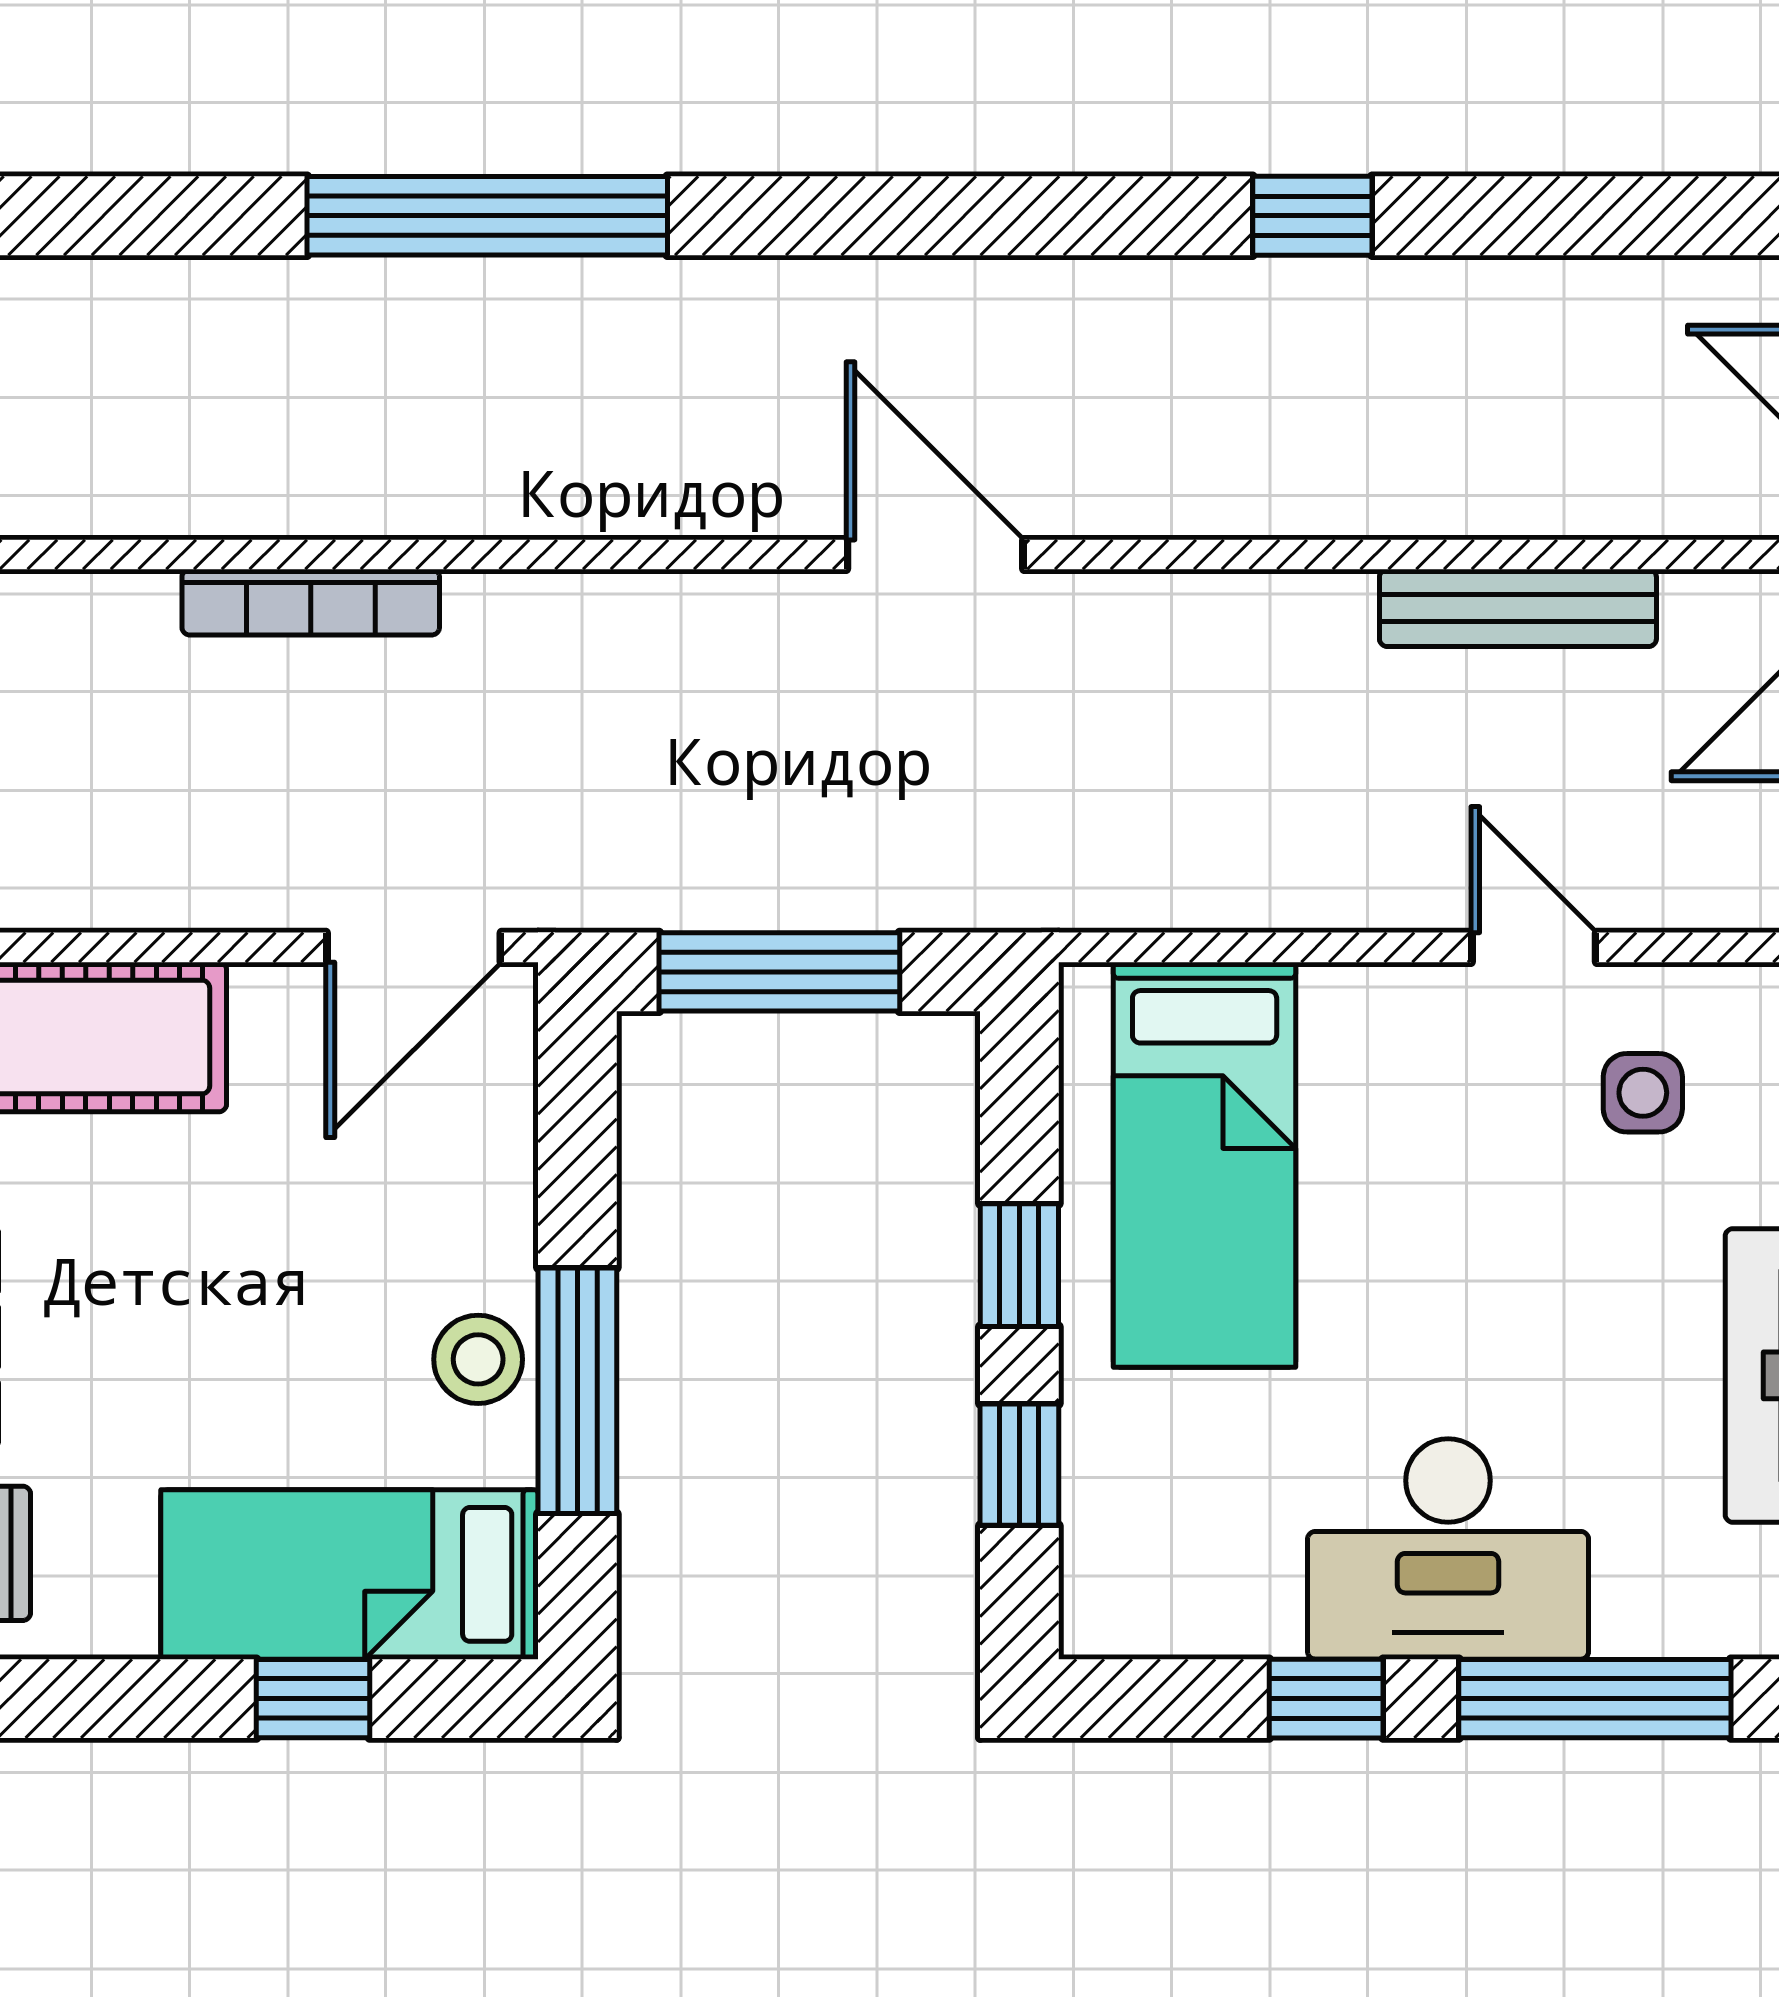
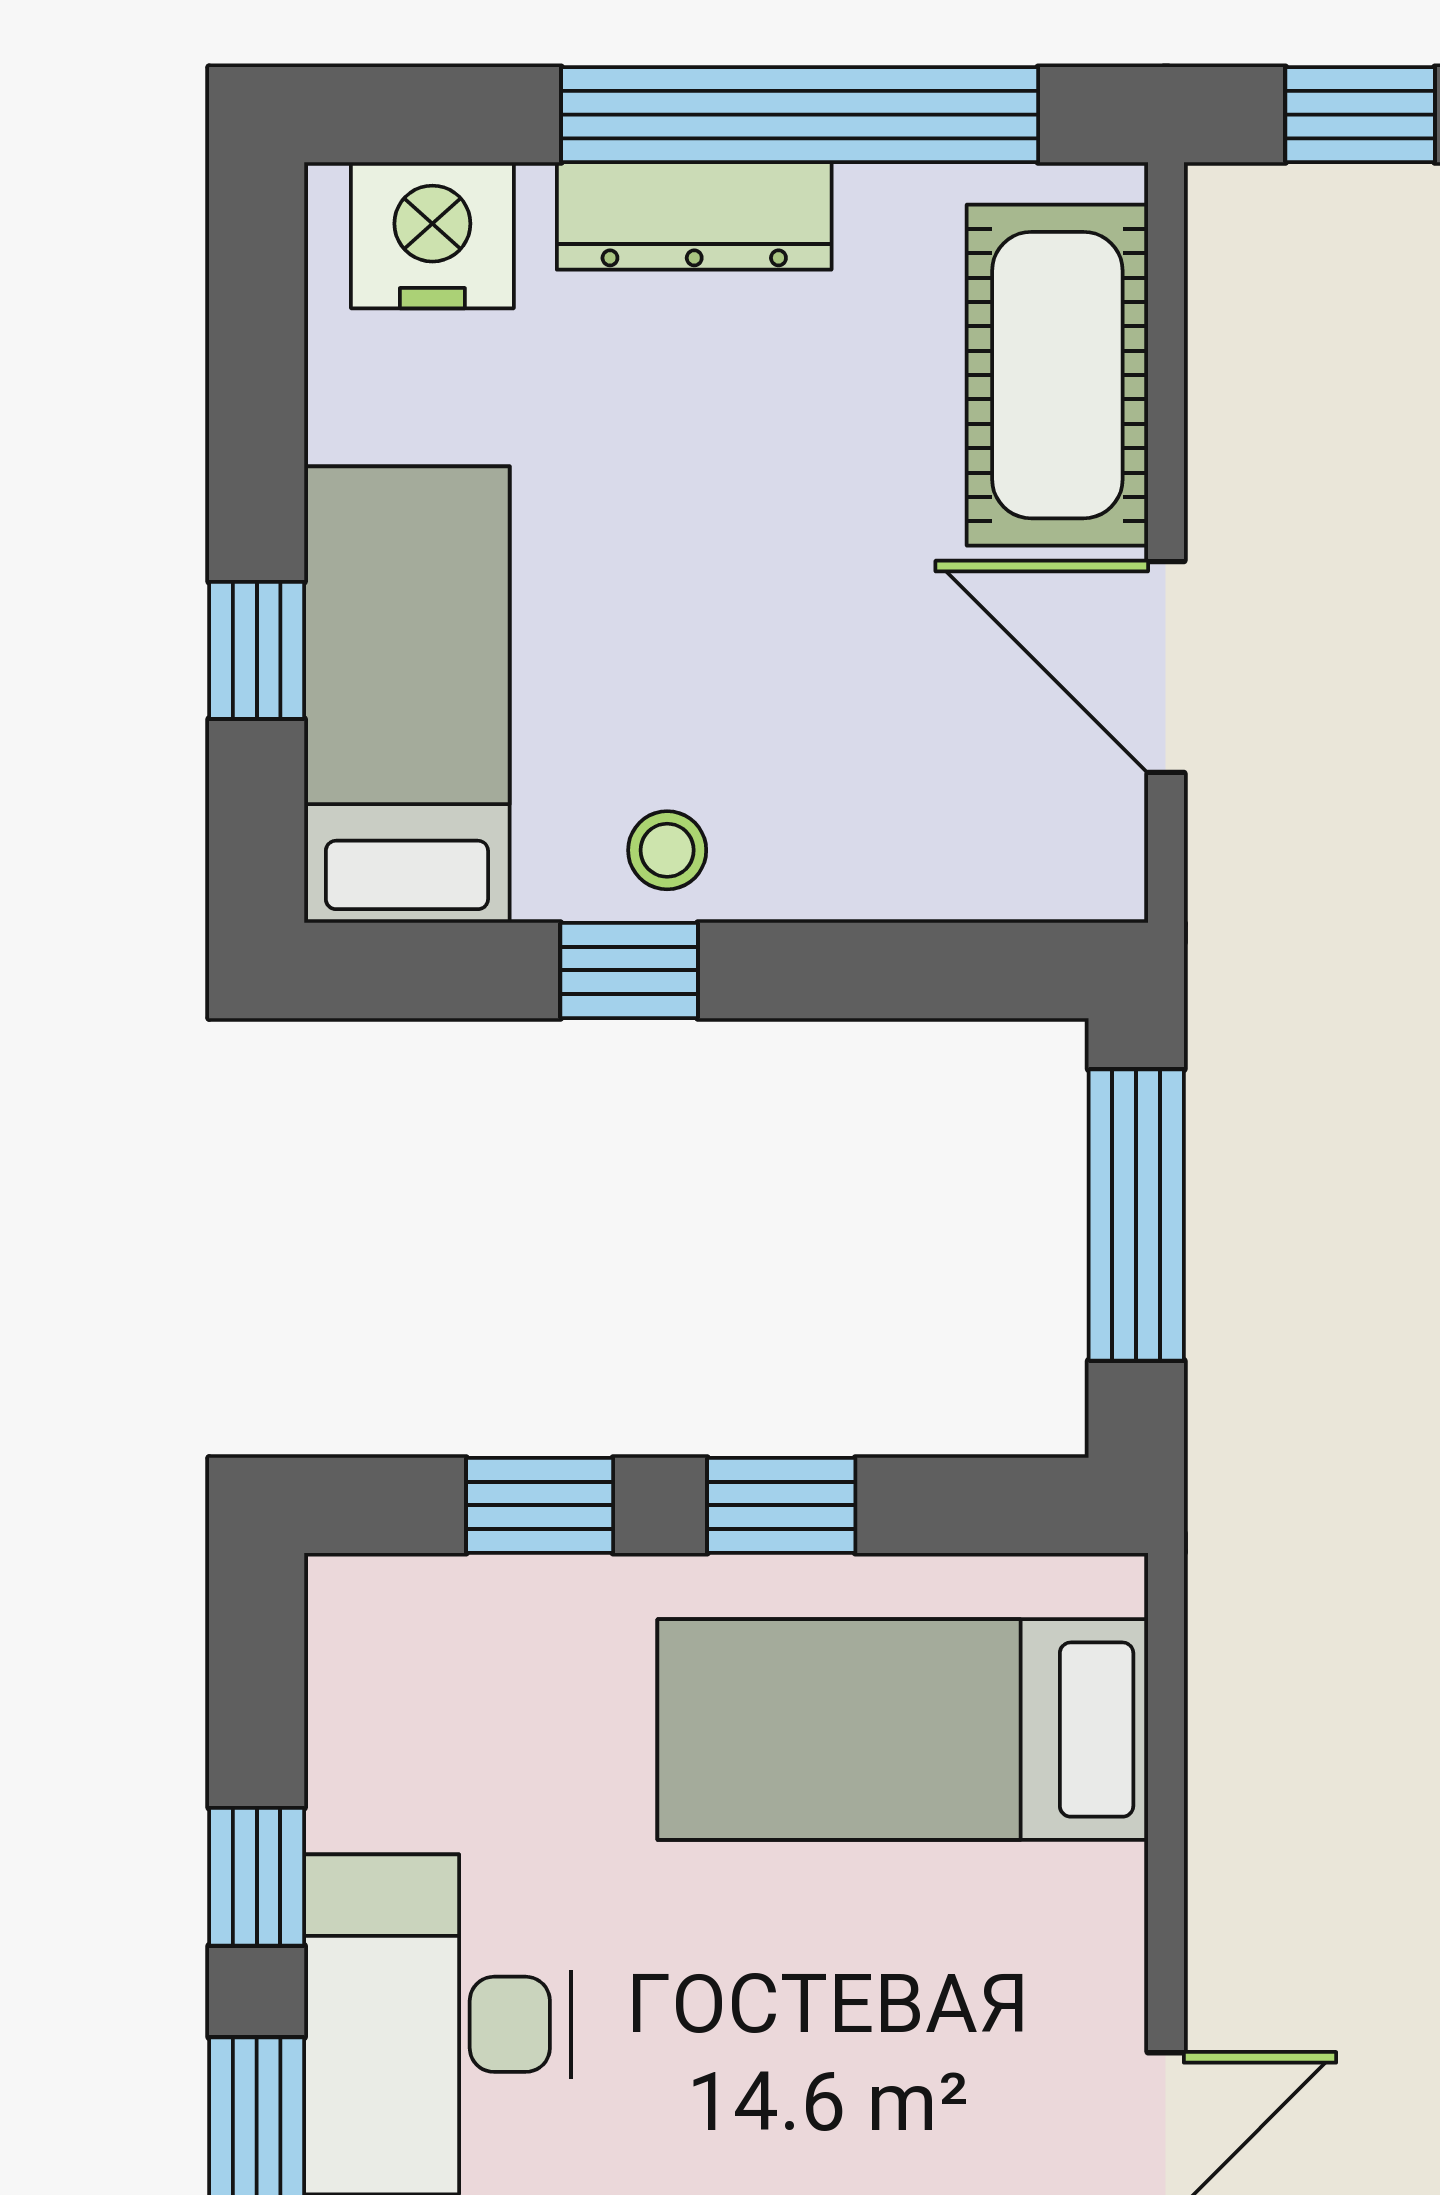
door: (414, 947) -> (1166, 667), moved
stool: (478, 1359) -> (667, 850), width x0.73, depth x0.73
window: (577, 1391) -> (629, 970), width x0.46

